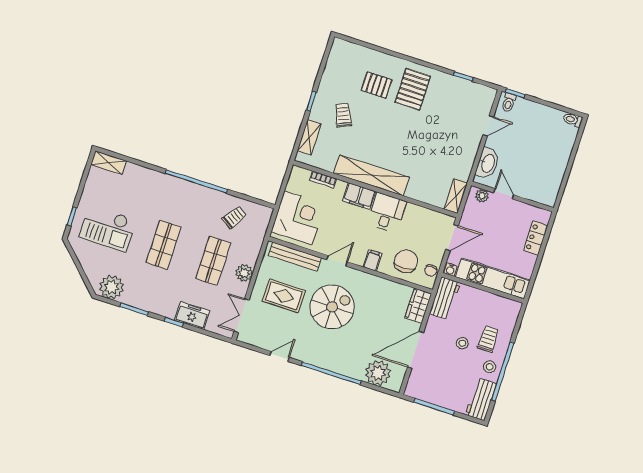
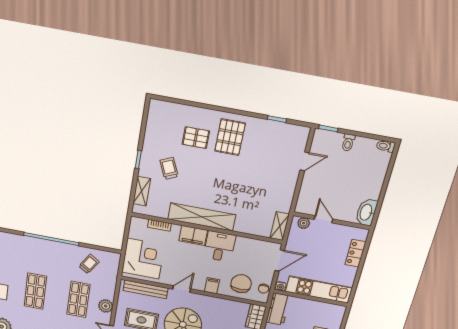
toilet: (509, 103) -> (348, 143), moved
washbasin: (488, 163) -> (366, 212), moved, turned 180

